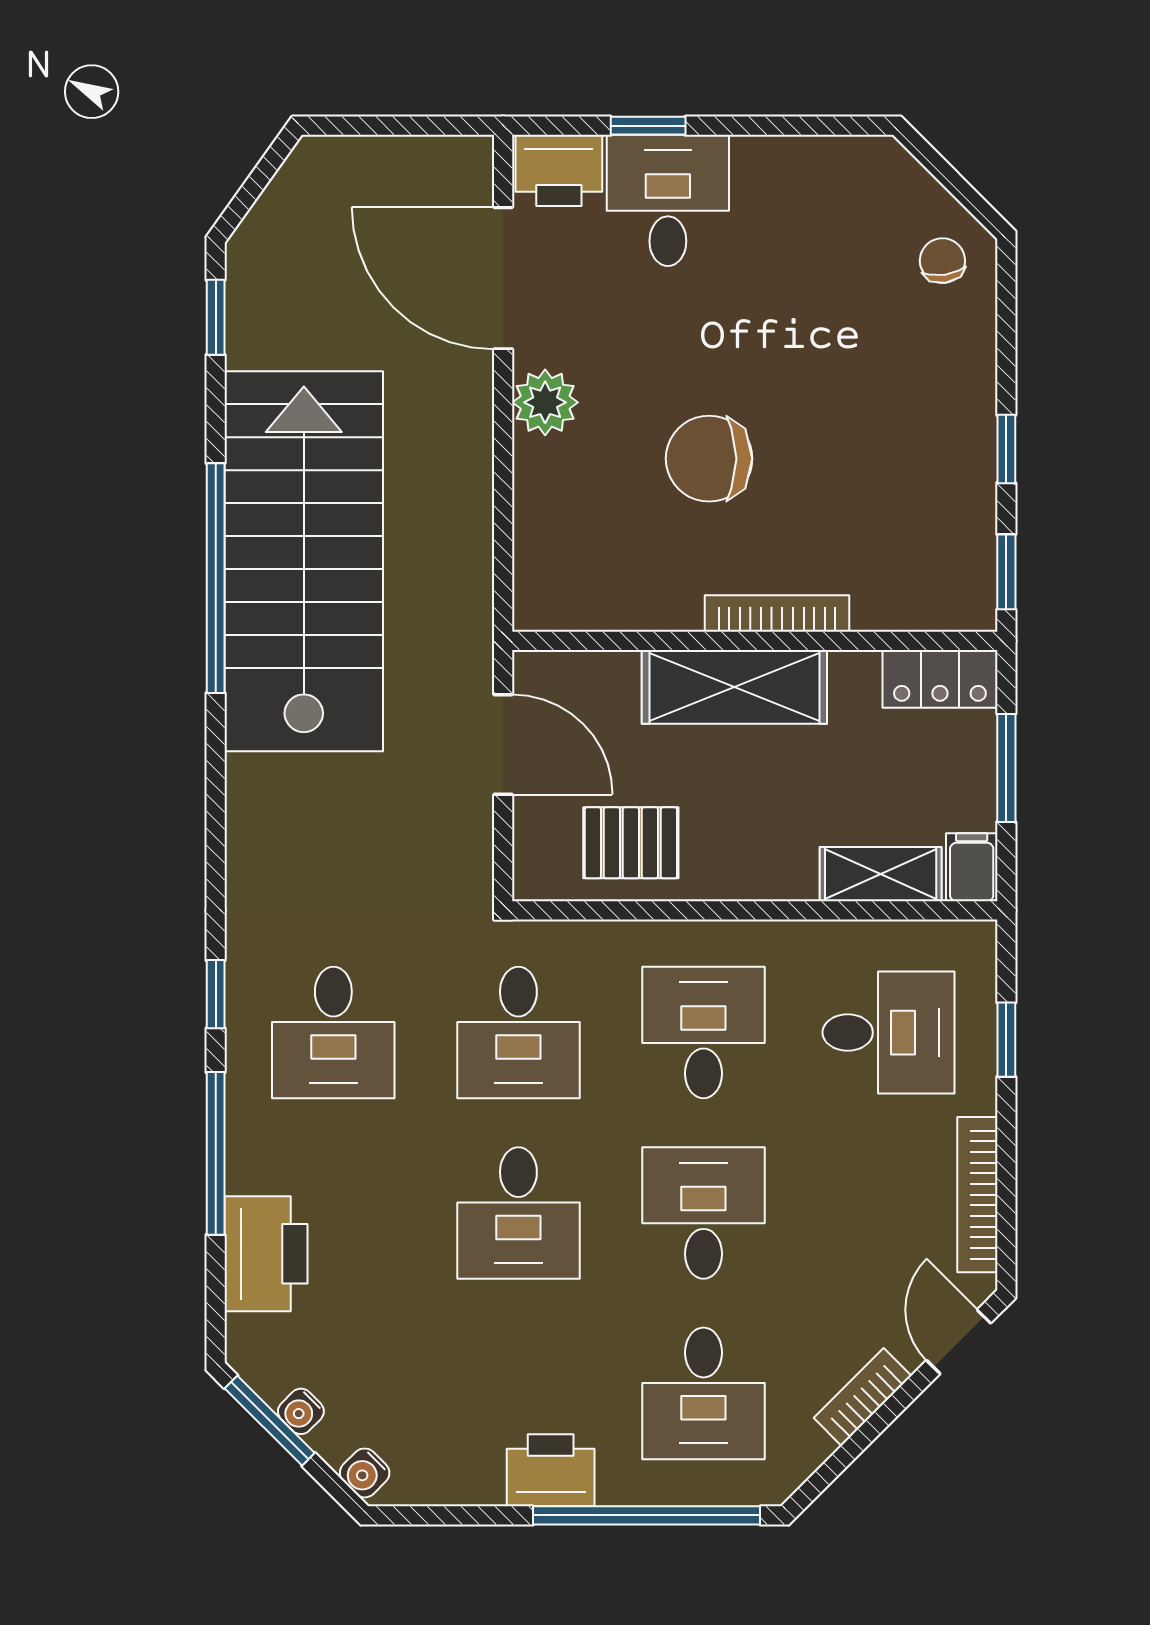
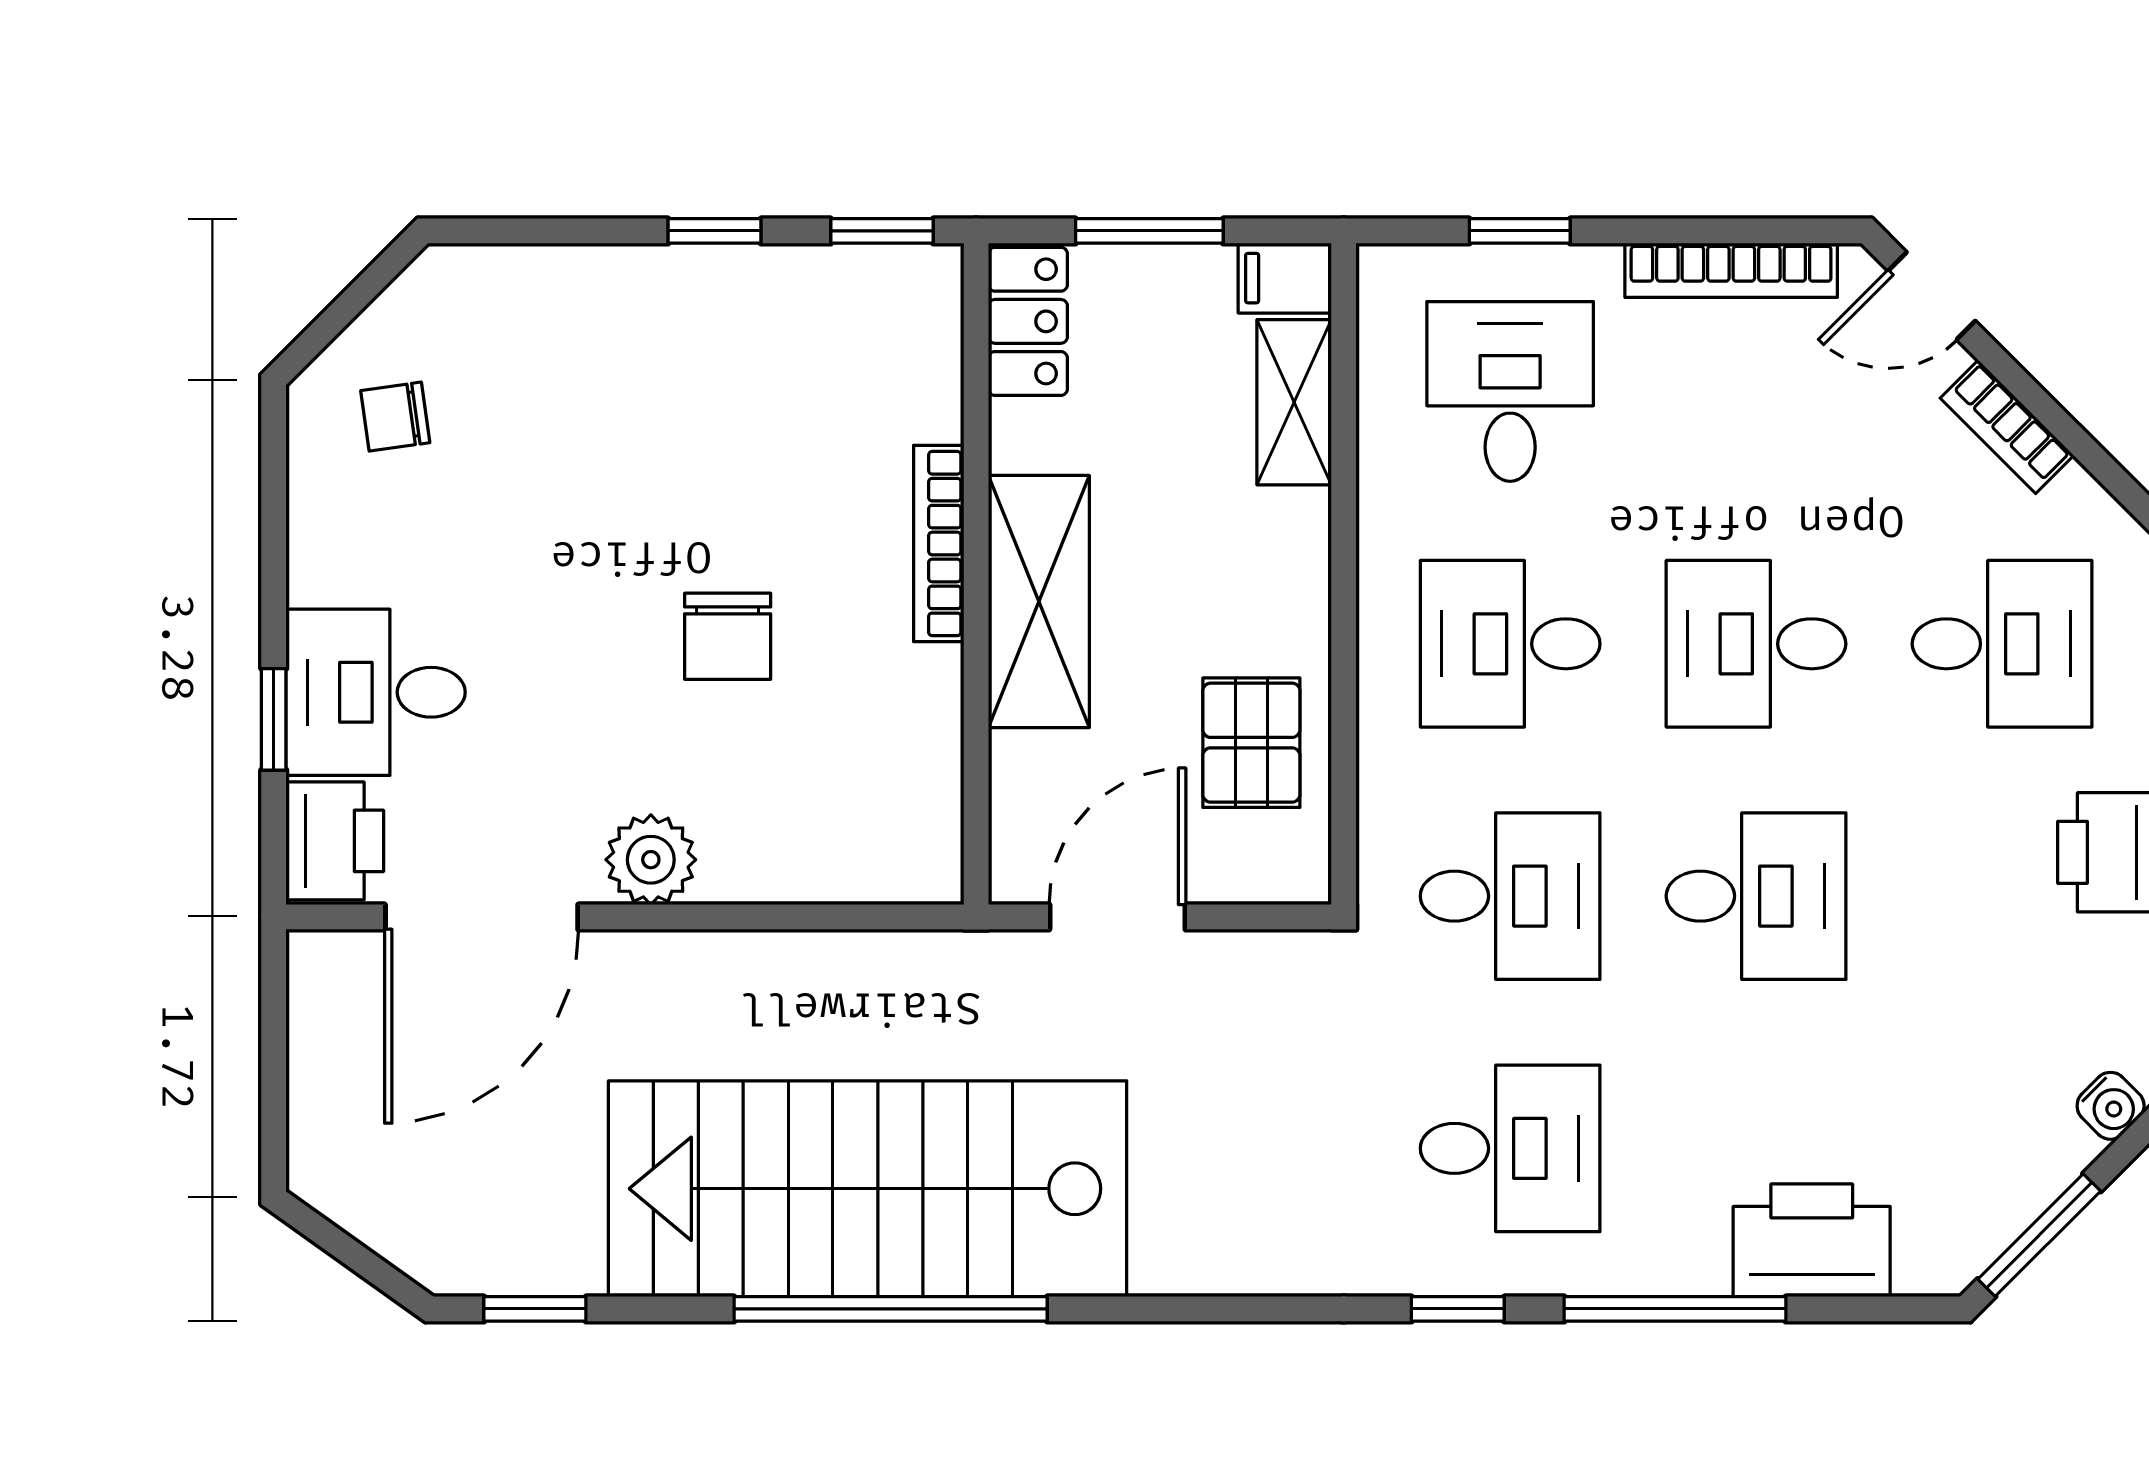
chair: (942, 261) -> (395, 417), moved
chair: (709, 459) -> (728, 636), width x0.73, depth x0.73
water cooler: (301, 1411) -> (2027, 1193), removed

